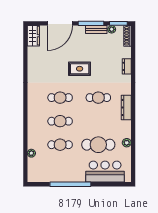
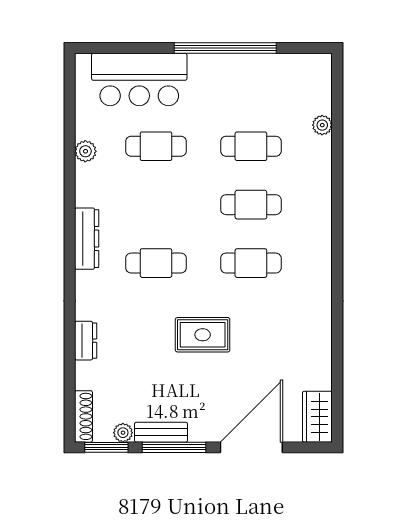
cafe table: (98, 145) -> (156, 146), width x0.73, depth x0.74

